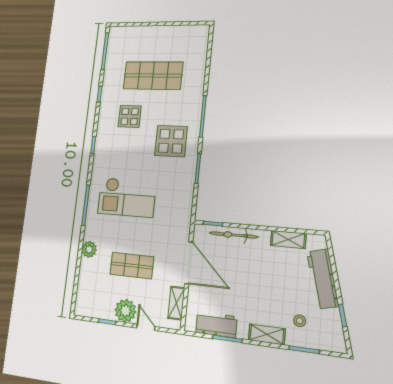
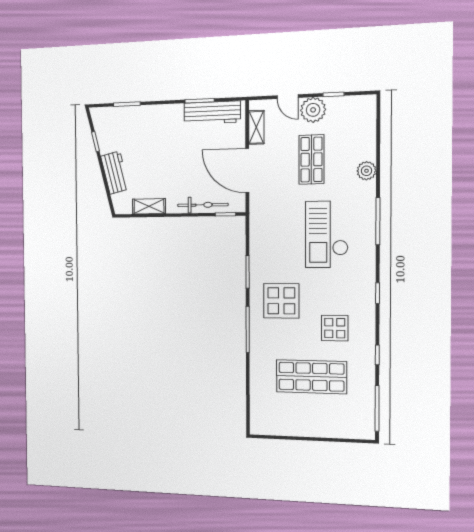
checkout: (127, 197) -> (327, 234), turned -90
shop shelf: (132, 265) -> (312, 160), turned 90
workbench: (323, 279) -> (115, 173), width x0.73
stool: (300, 321) -> (133, 130), removed
workbench: (216, 325) -> (212, 113), width x1.38
shelving: (267, 334) -> (162, 112), removed

